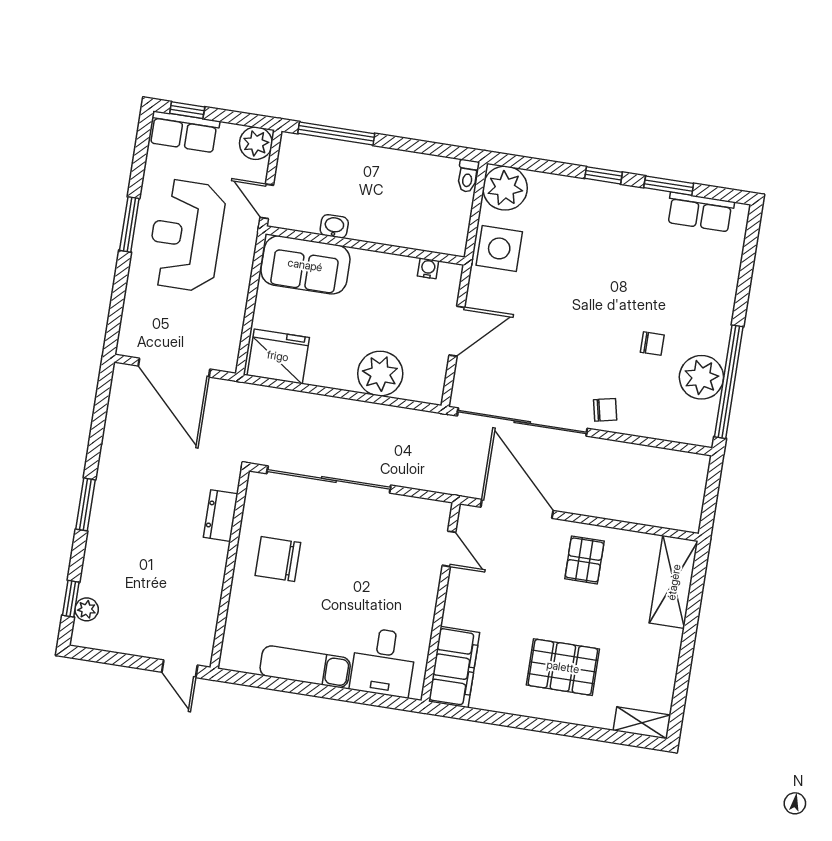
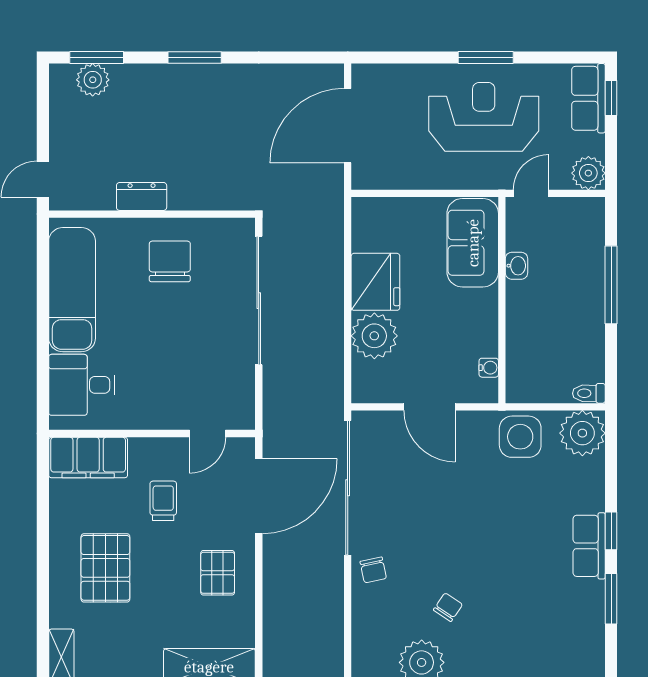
window: (336, 133) -> (611, 285), moved
row of seats: (700, 212) -> (589, 546), moved
chair: (652, 344) -> (448, 607), turned -146
fridge: (278, 356) -> (375, 282), moved
dresser: (221, 516) -> (142, 196), moved
pallet: (584, 560) -> (218, 573), turned 90
window: (71, 599) -> (97, 58), width x1.50
trolley: (507, 601) -> (163, 501), added
plant: (87, 609) -> (93, 80), width x1.38, depth x1.38
exam couch: (305, 667) -> (72, 290), width x1.36, depth x1.45

